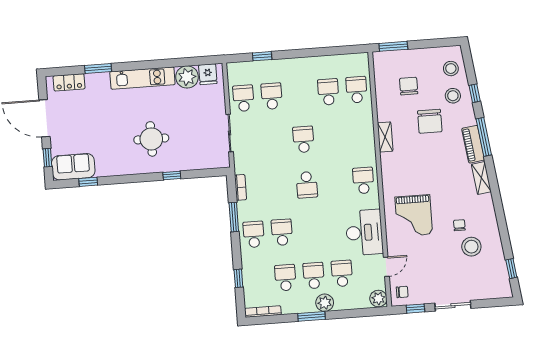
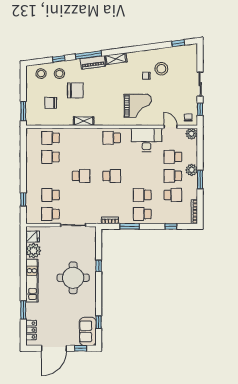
round table: (151, 139) -> (73, 278), width x1.36, depth x1.36
school desk: (303, 139) -> (81, 176), turned 180
school desk: (285, 278) -> (173, 195), turned 180

